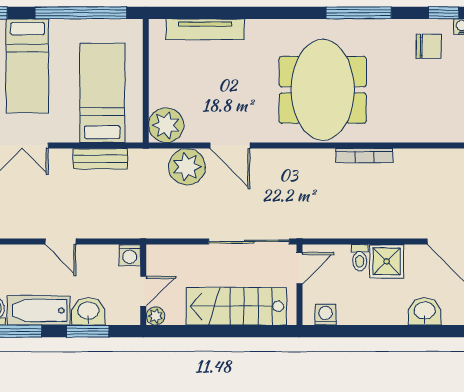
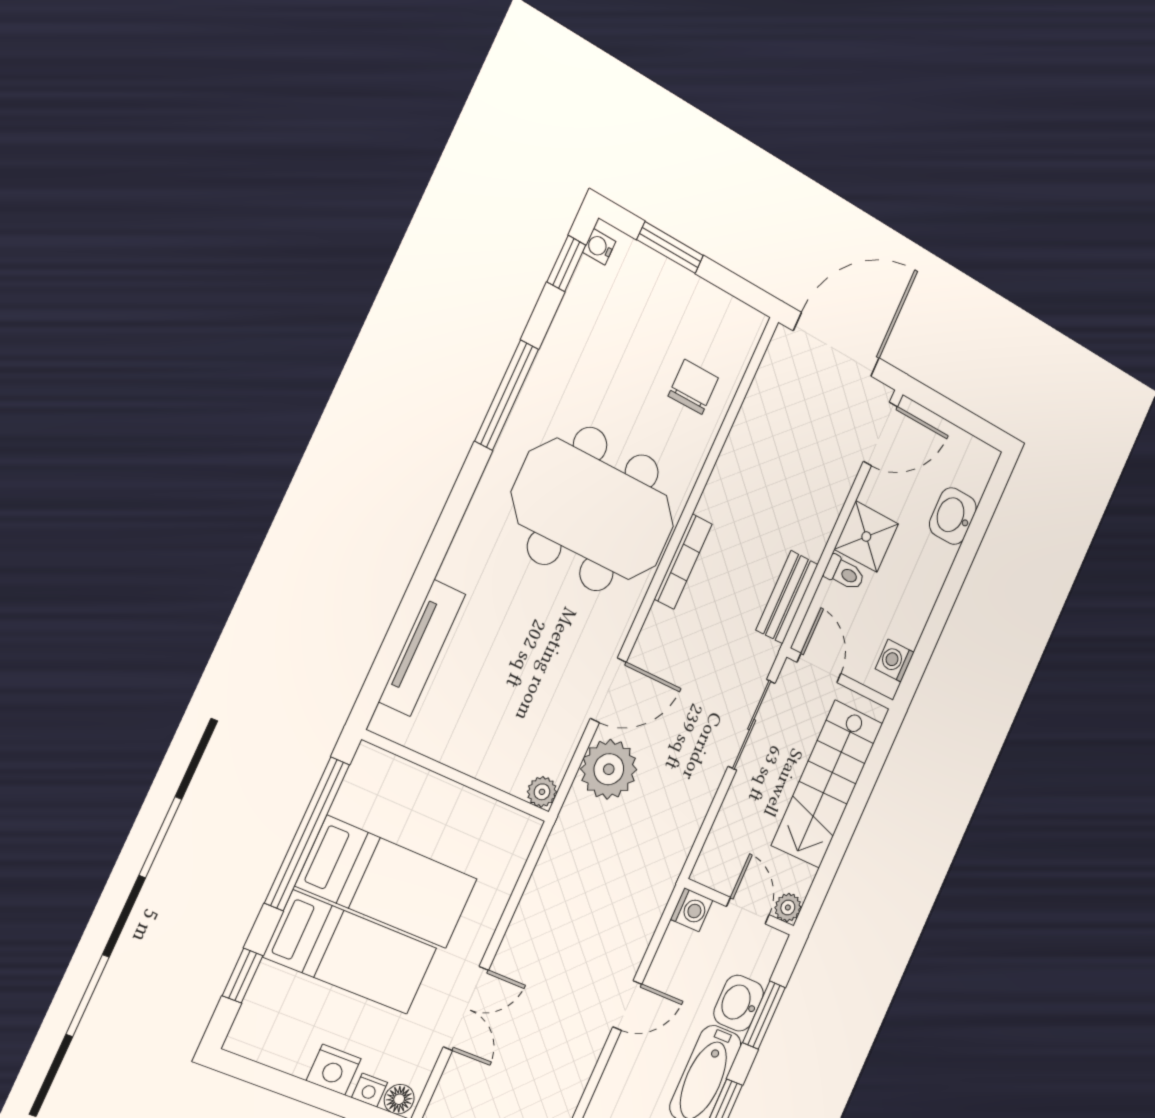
chair: (429, 46) -> (693, 387), moved
bed: (102, 93) -> (387, 882), moved, turned 180
plant: (166, 125) -> (542, 792), width x0.53, depth x0.53
bookcase: (364, 156) -> (683, 562), moved
bench: (100, 159) -> (787, 597), moved
sliding door: (249, 242) -> (752, 725), width x0.73

